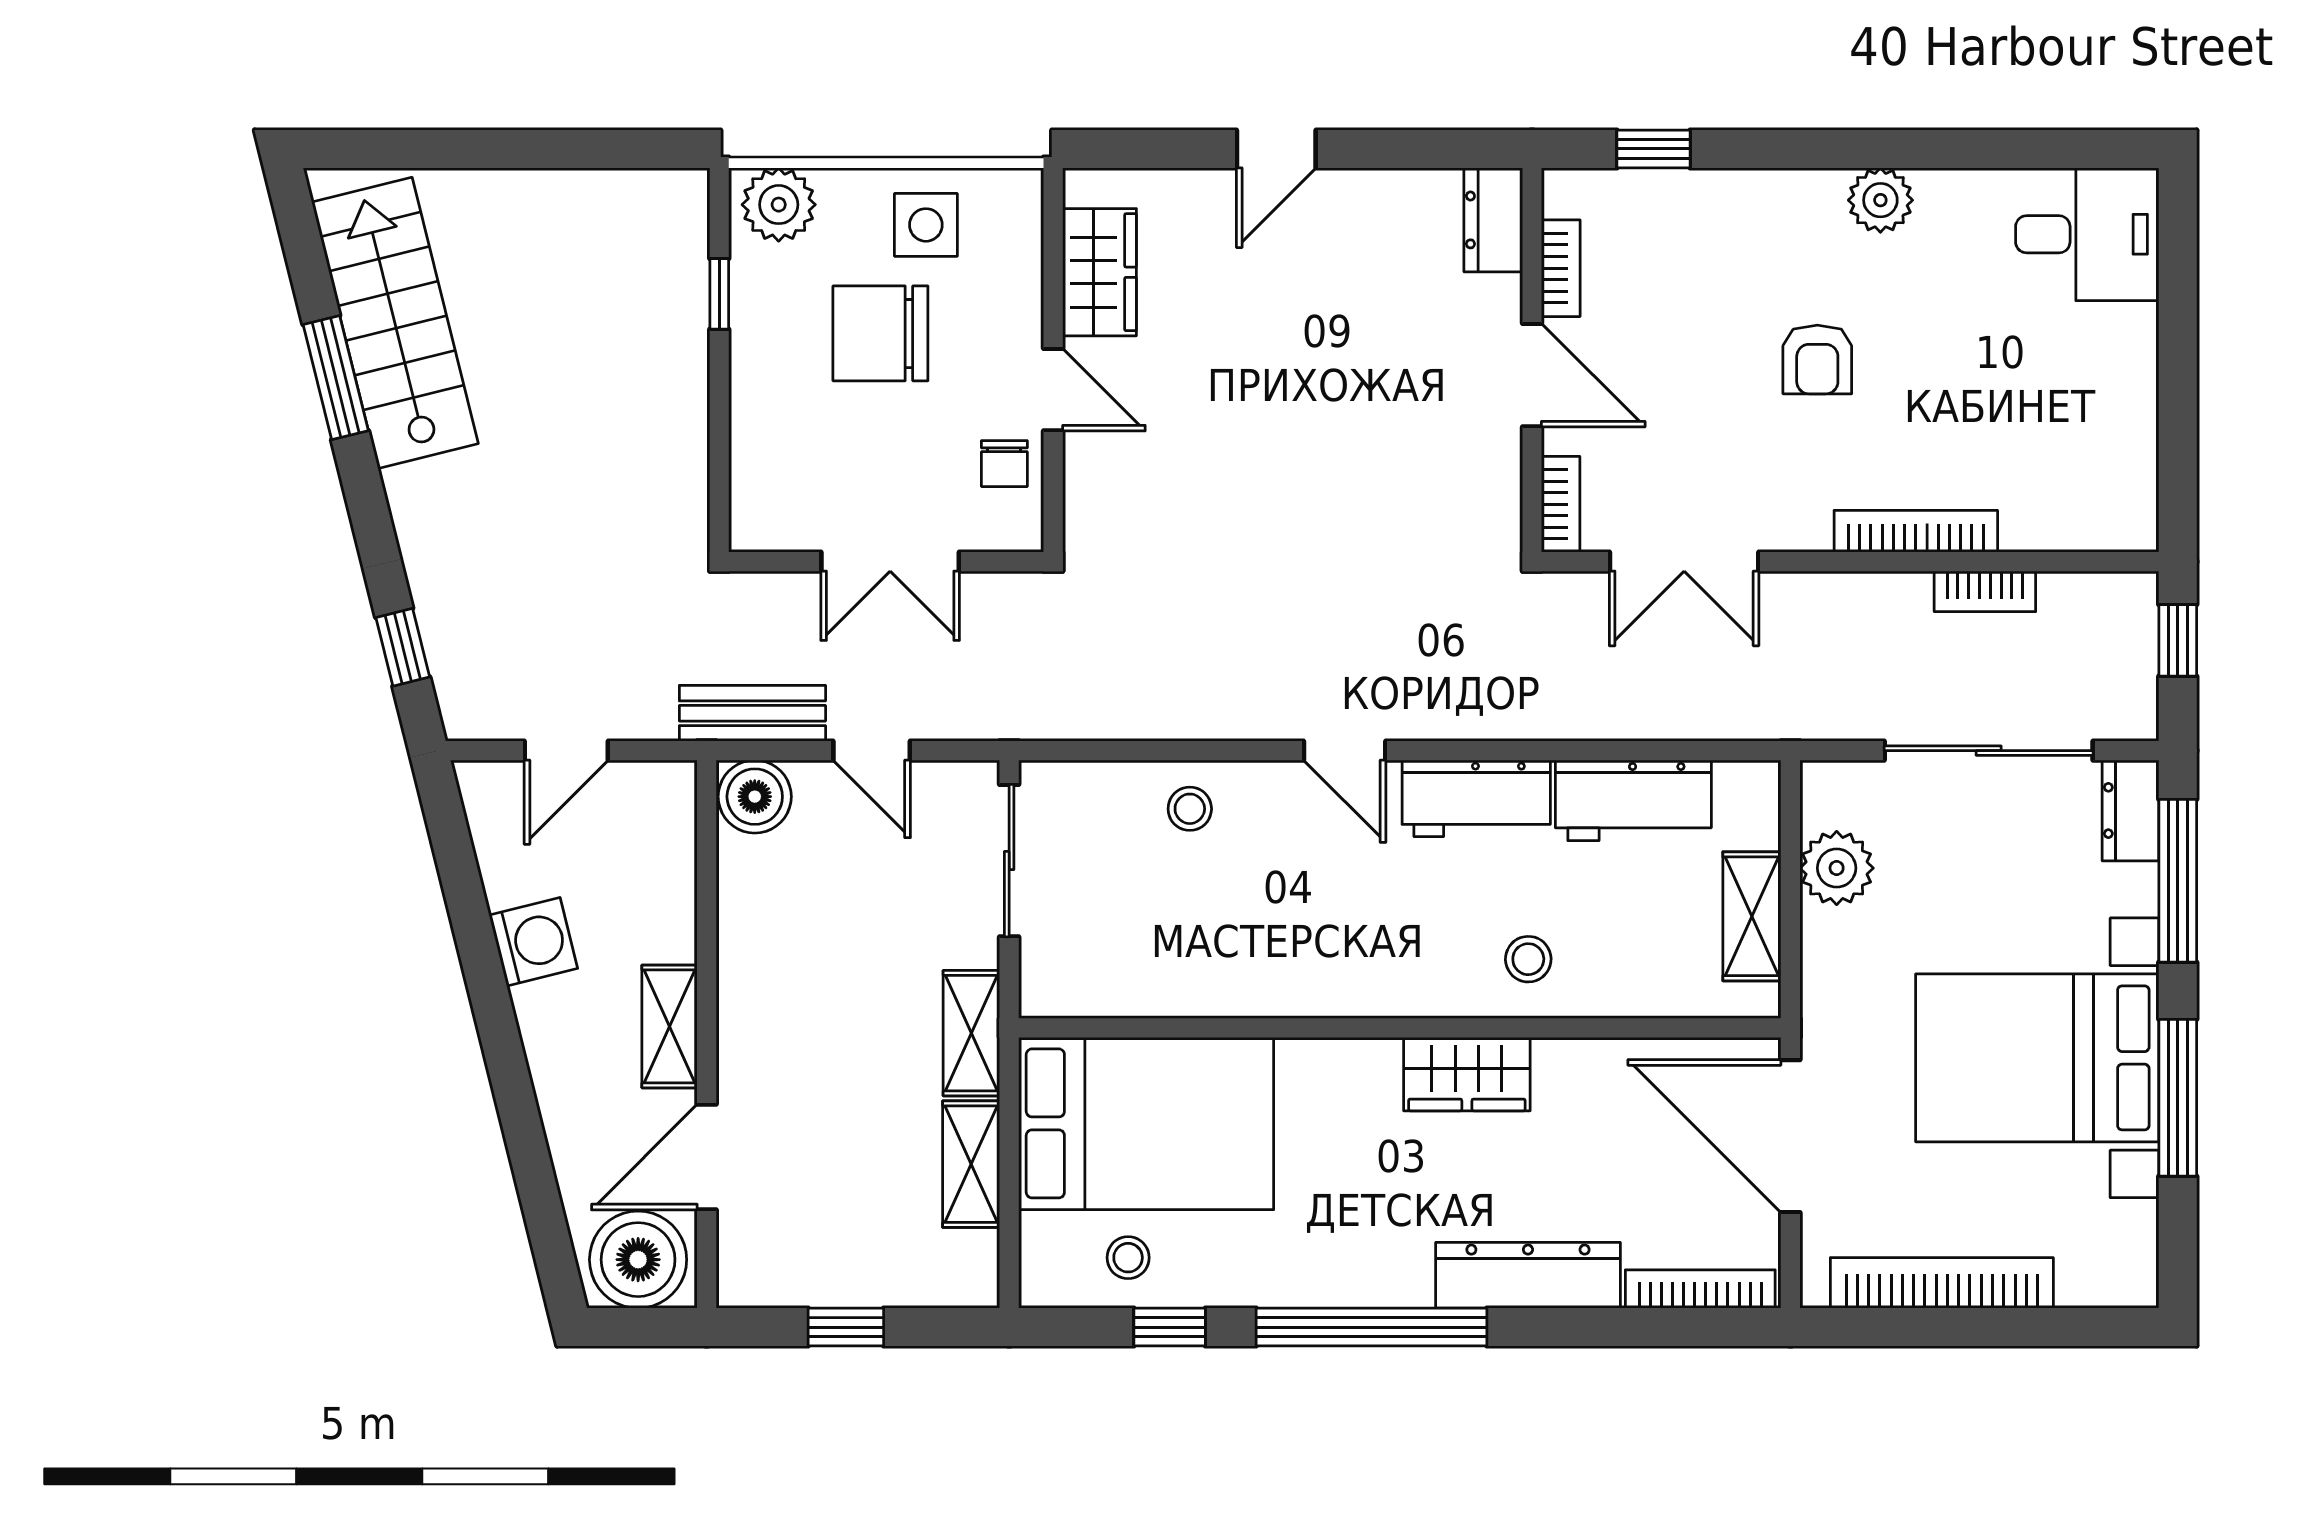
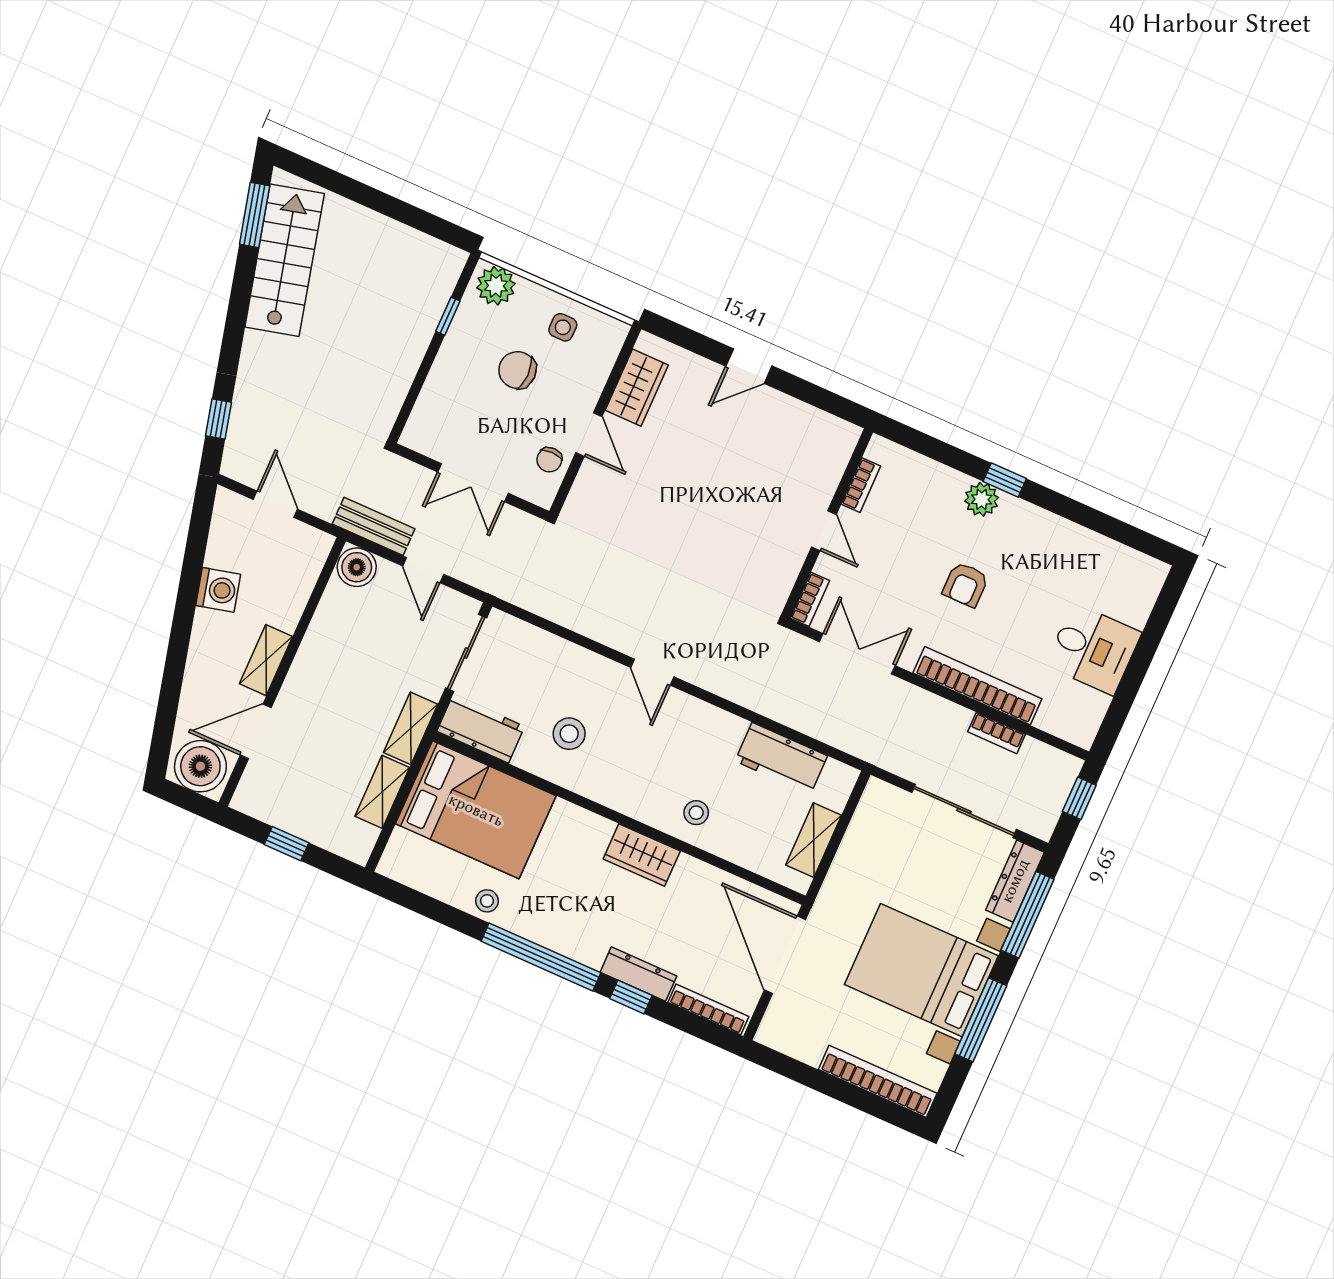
window: (1654, 149) -> (1005, 480), moved
plant: (1880, 200) -> (982, 499), moved
dresser: (1493, 220) -> (839, 447), removed
side table: (926, 225) -> (563, 327), width x0.73, depth x0.73
desk: (2087, 234) -> (1093, 649), moved
chair: (880, 333) -> (517, 370), width x0.73, depth x0.73
door: (1532, 375) -> (824, 531), width x0.73
window: (336, 378) -> (255, 215), moved
bookcase: (1916, 531) -> (977, 686), width x1.48, depth x1.31
double door: (1684, 562) -> (857, 654), swing flipped
door: (566, 751) -> (275, 504), swing flipped
workbench: (1476, 798) -> (481, 729), moved, turned 180
stool: (1190, 809) -> (569, 734), moved, width x1.37, depth x1.37
dresser: (2131, 810) -> (1015, 881), width x1.44
plant: (1837, 868) -> (865, 835), removed
stool: (1128, 1258) -> (487, 901), moved
dresser: (1528, 1275) -> (638, 974), width x0.73, depth x0.80
bookcase: (1942, 1283) -> (878, 1081), moved
window: (1170, 1327) -> (631, 997), moved

